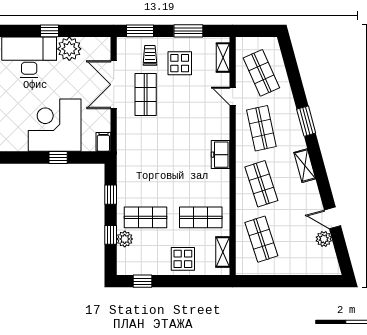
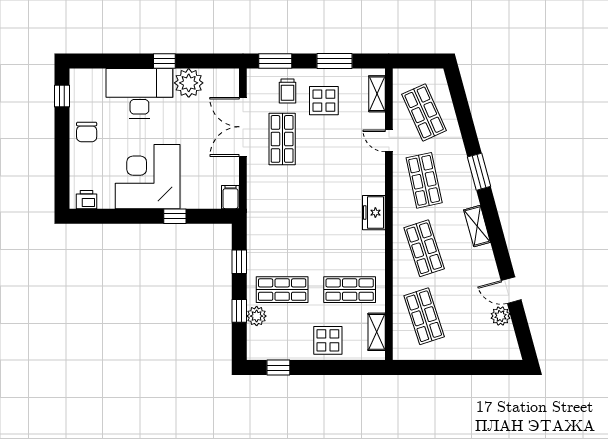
trolley: (150, 55) -> (287, 91), turned 180
corner desk: (55, 125) -> (148, 177), moved

